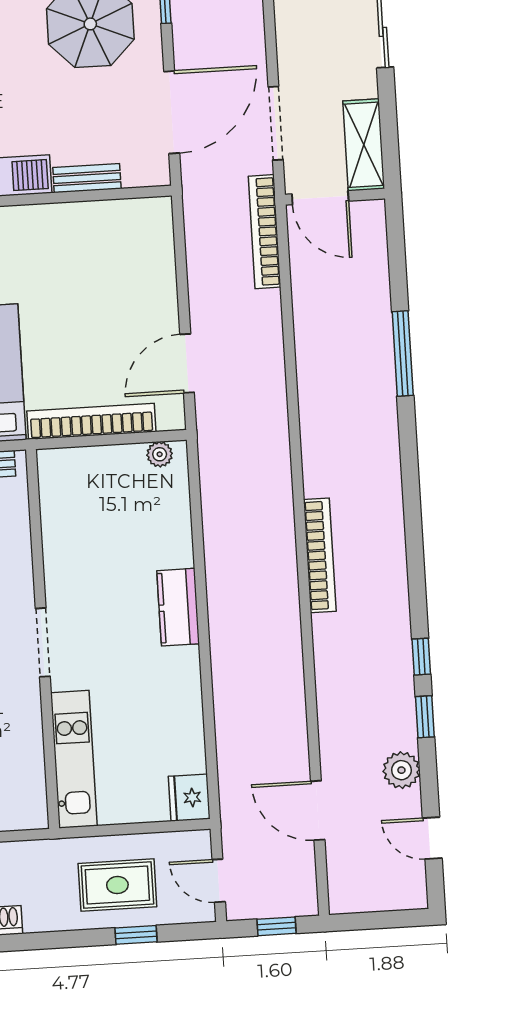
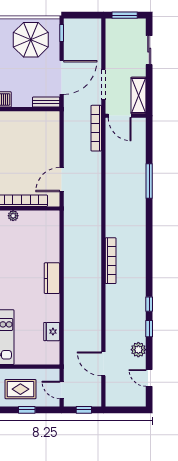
bench: (87, 178) -> (46, 102), moved
plant: (160, 454) -> (13, 216), moved
fridge: (189, 798) -> (52, 332), moved

